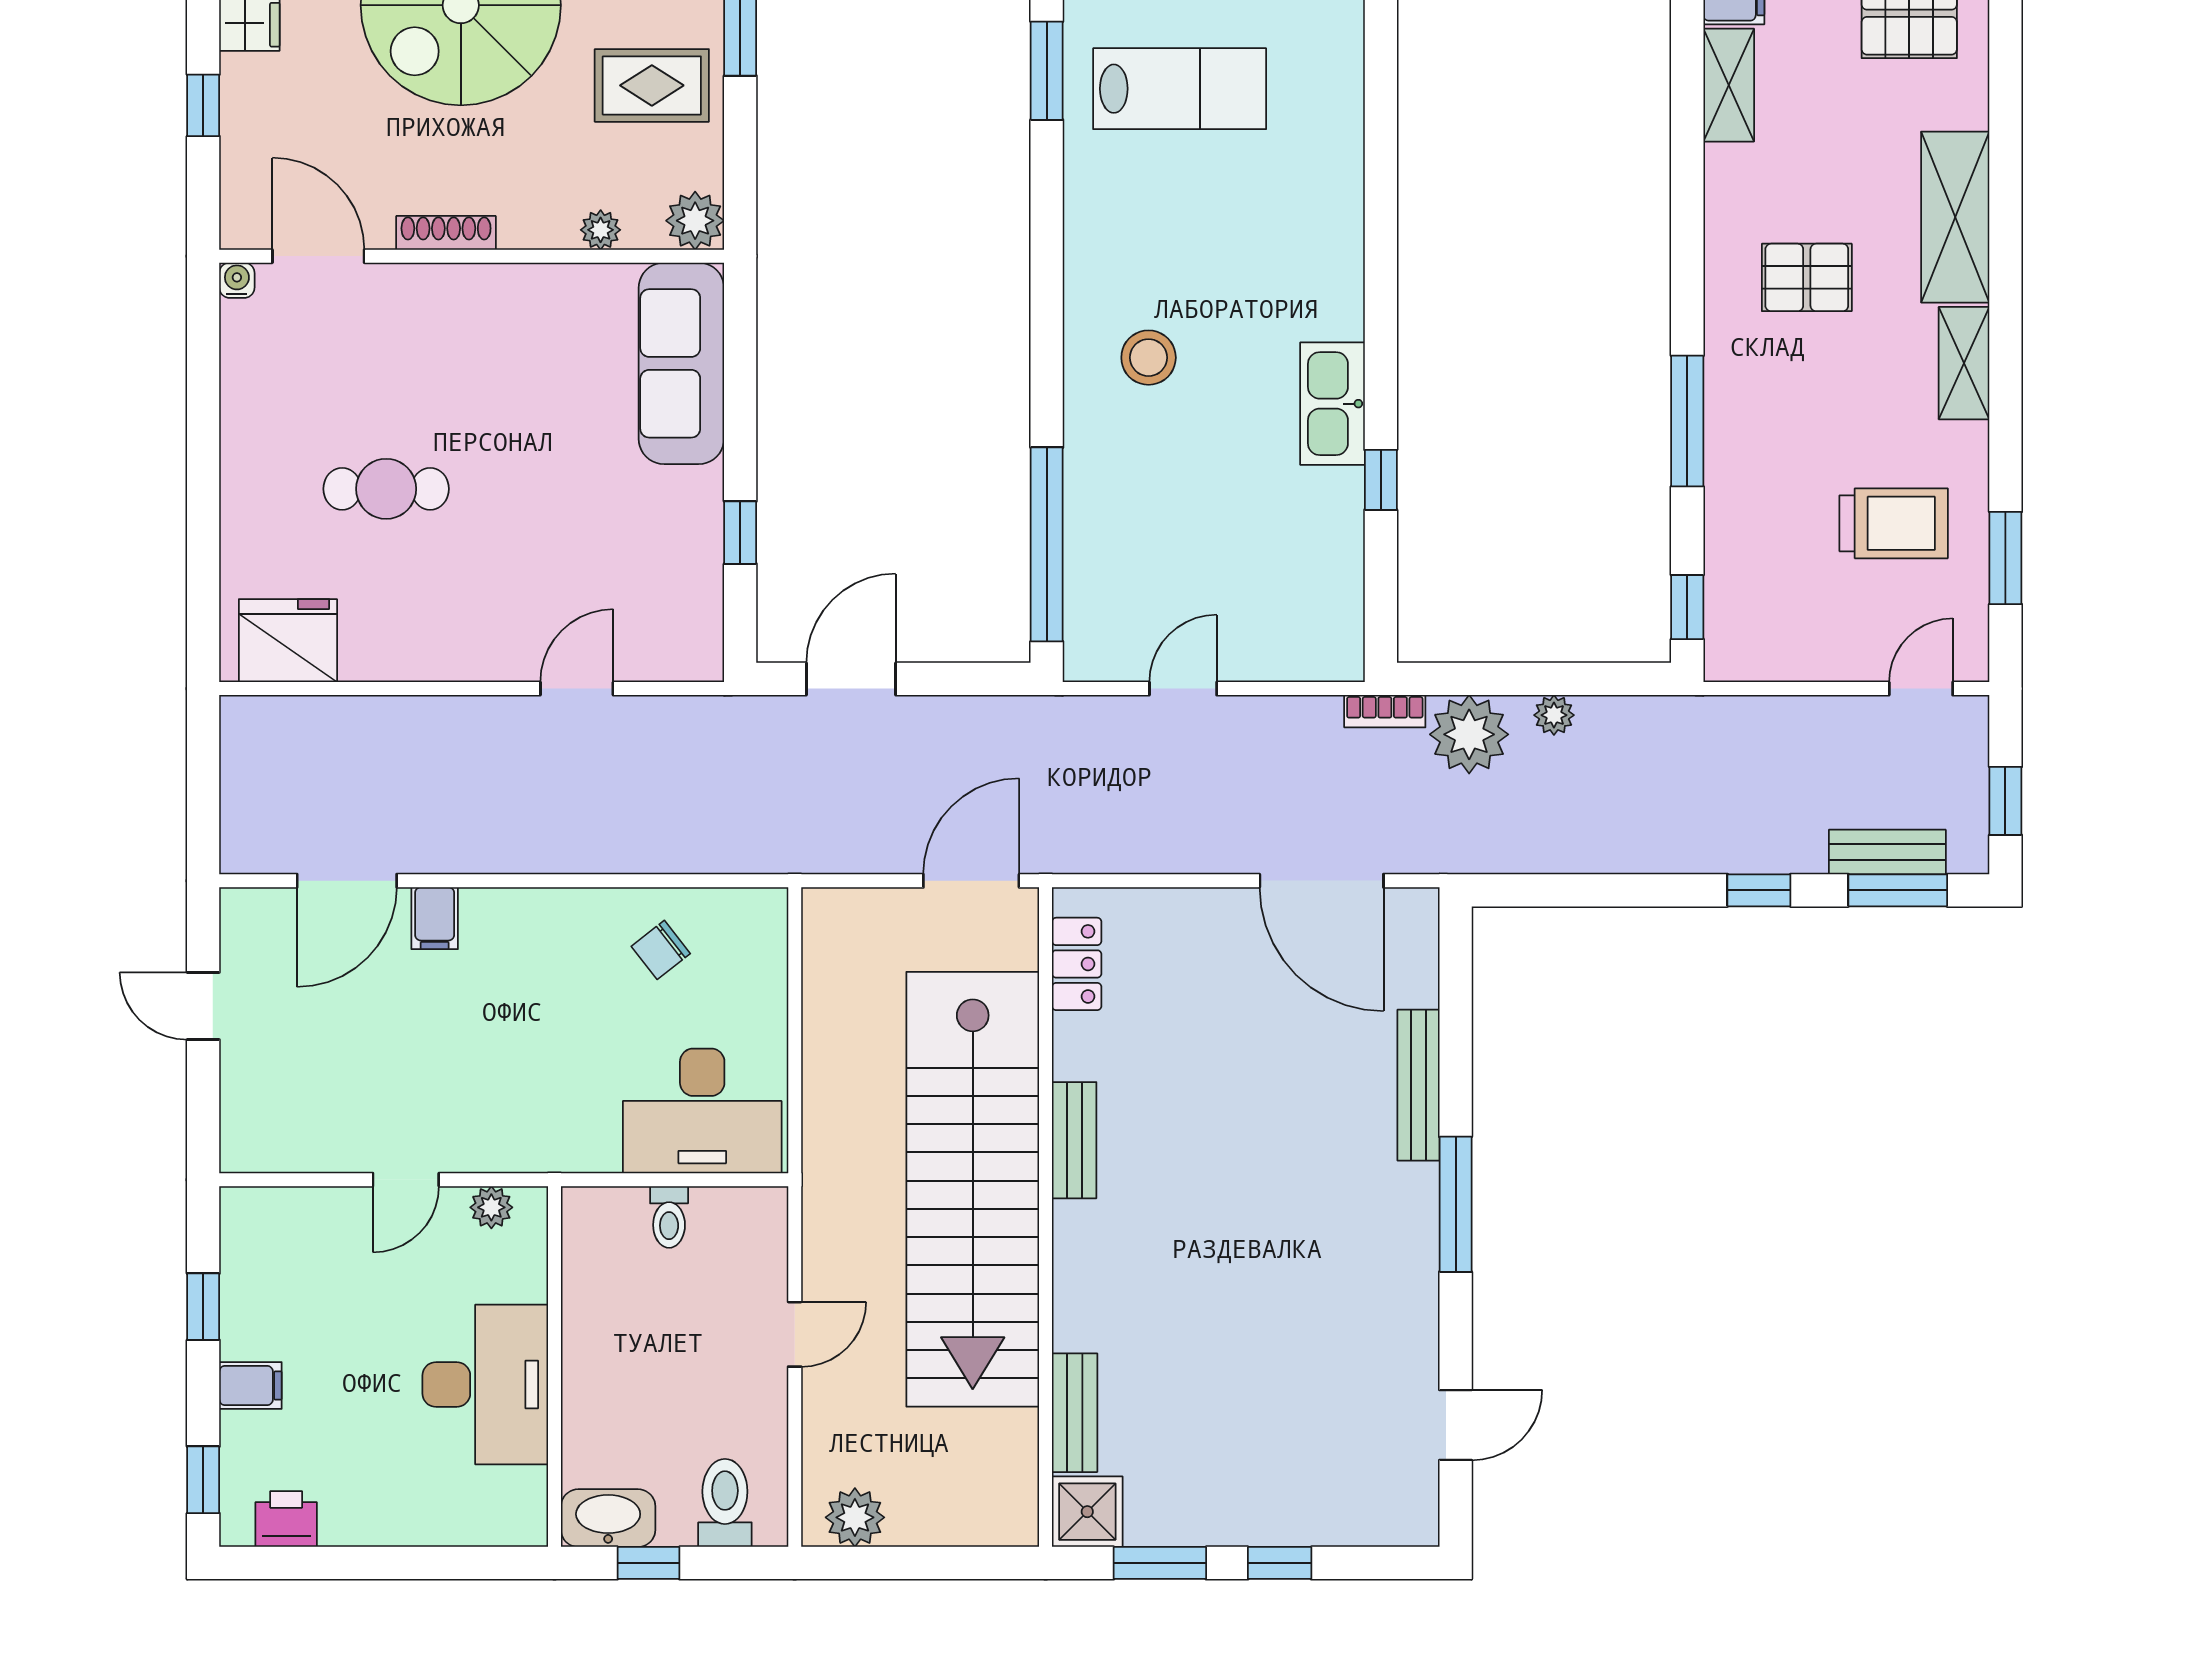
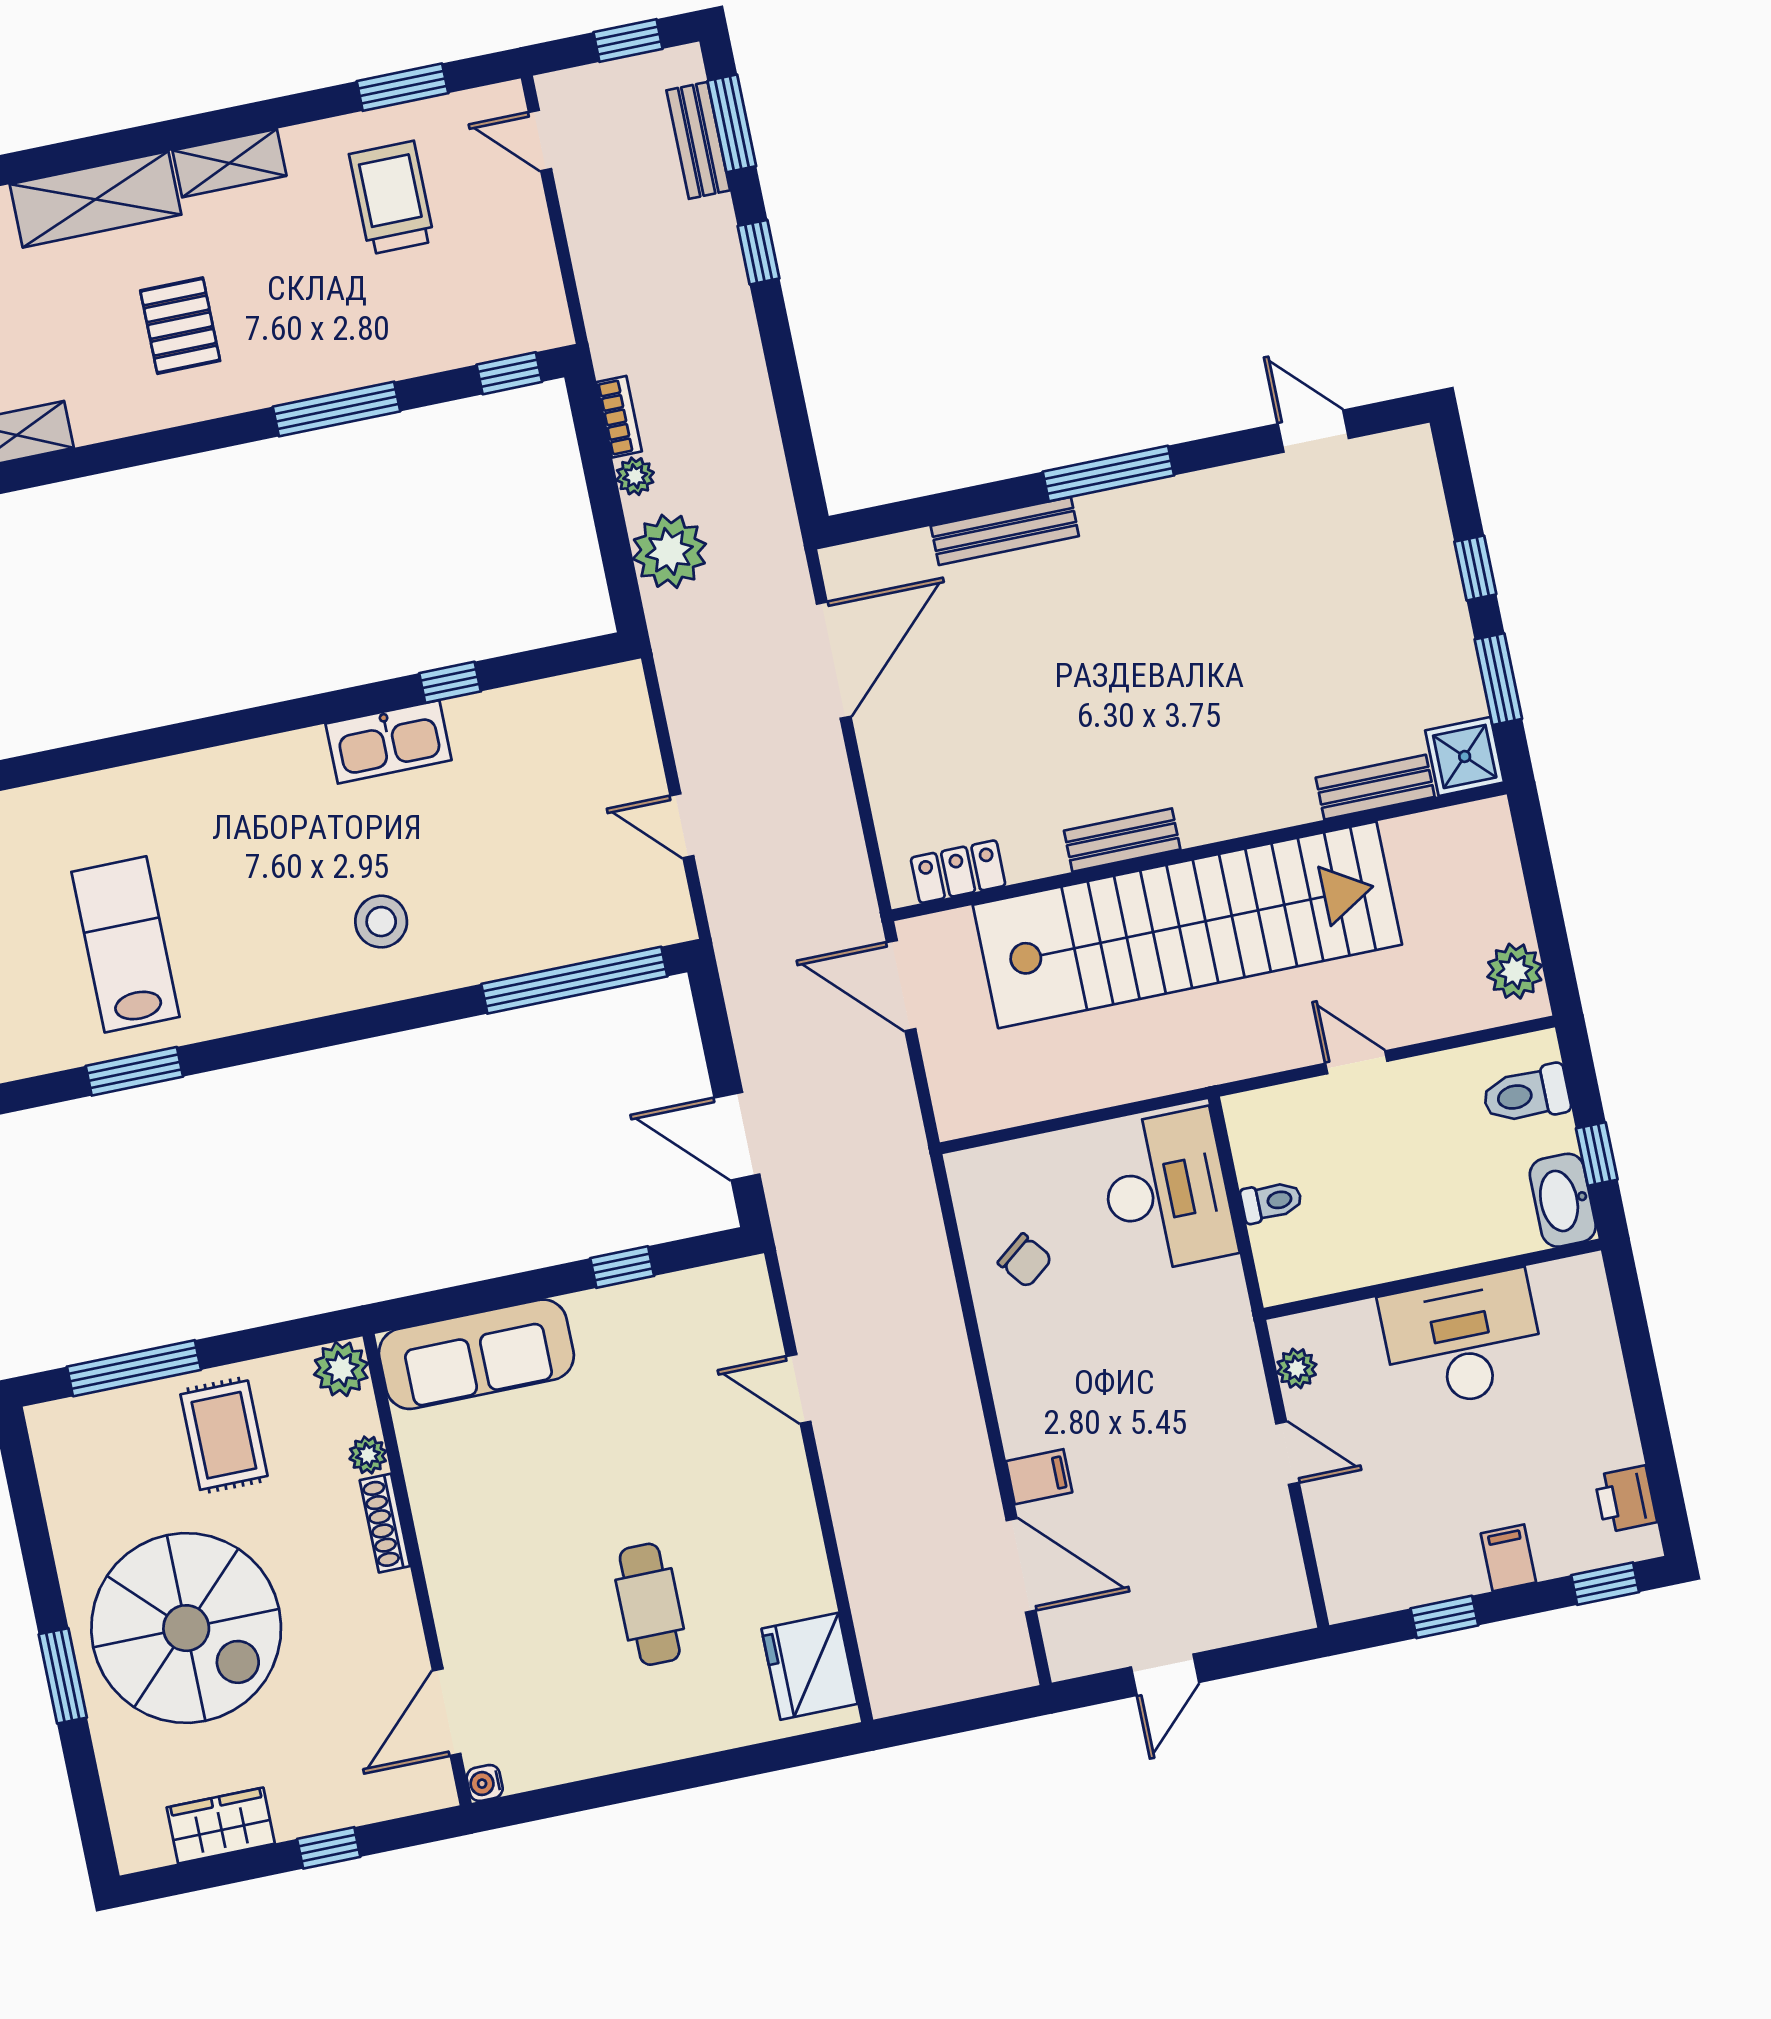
shoe rack: (446, 233) -> (385, 1523), moved
bookcase: (1385, 711) -> (619, 417), moved

